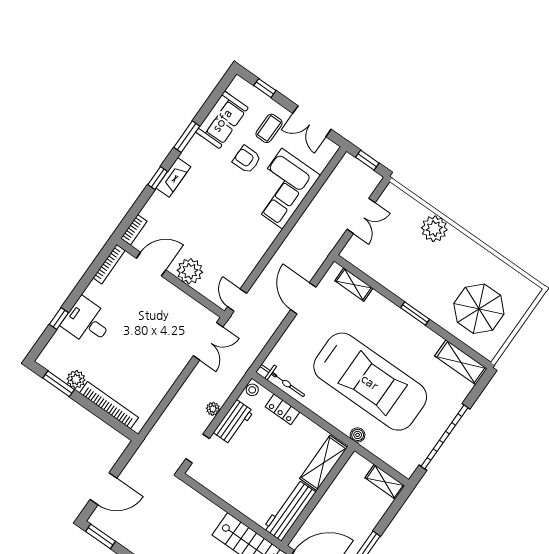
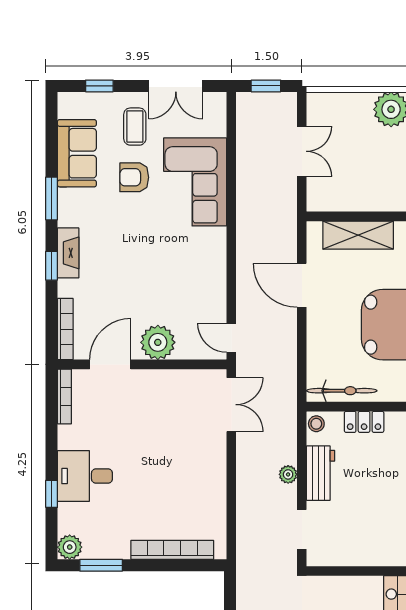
bookcase: (134, 230) -> (65, 329), width x1.56
shelving: (354, 285) -> (358, 235), width x1.50, depth x1.33
plant: (76, 379) -> (70, 547), moved

